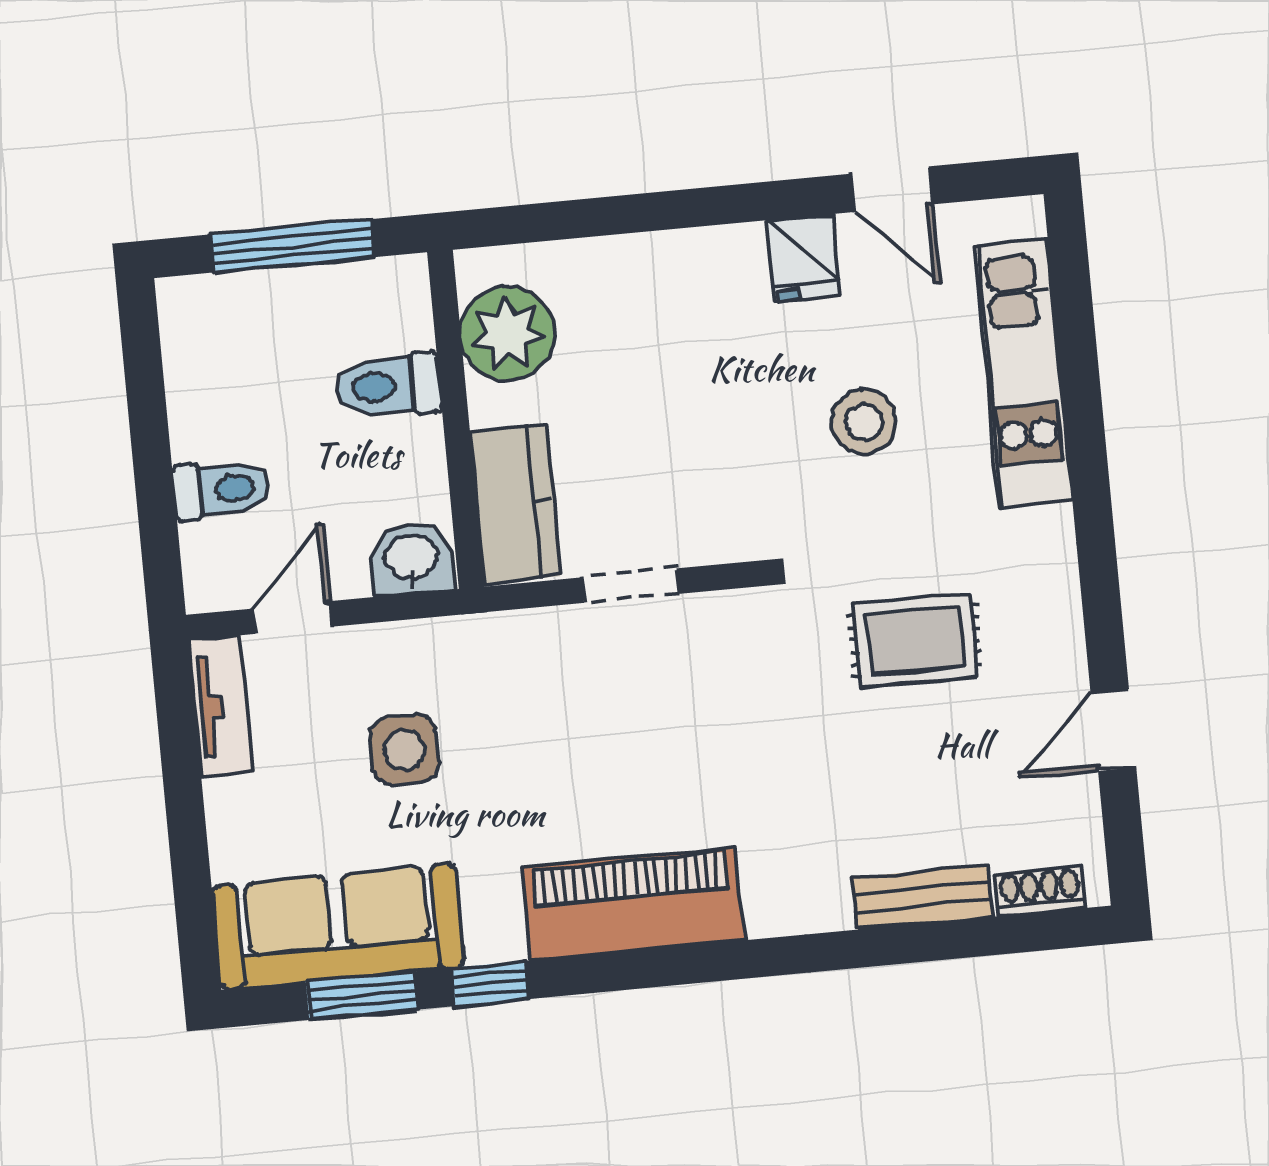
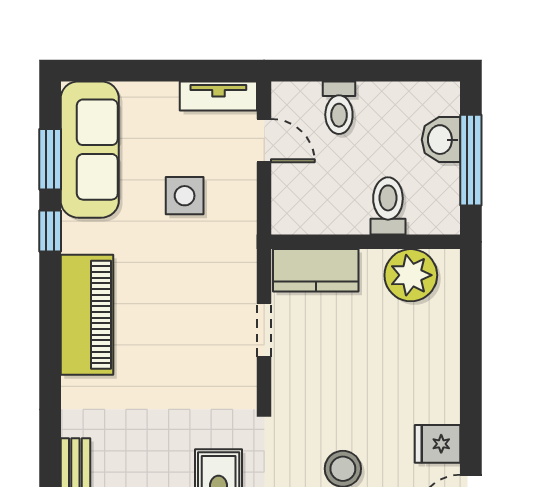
washbasin: (411, 559) -> (441, 140), moved, turned 180

